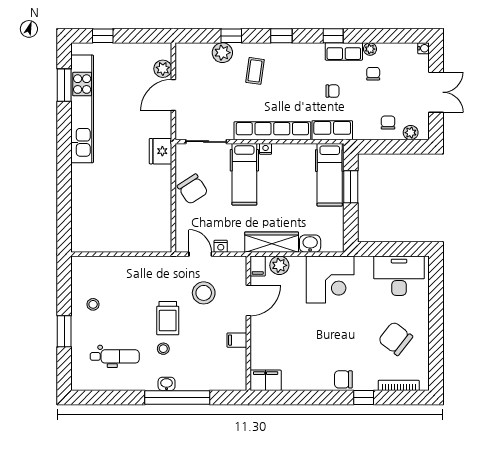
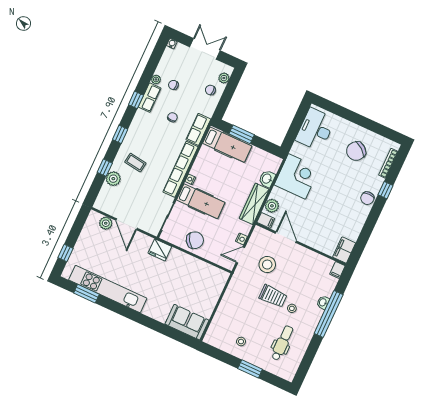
sofa: (86, 226) -> (187, 322), added
filing cabinet: (237, 340) -> (337, 270), moved
washbasin: (167, 384) -> (323, 302), moved

